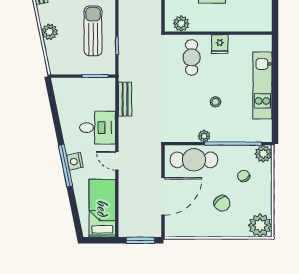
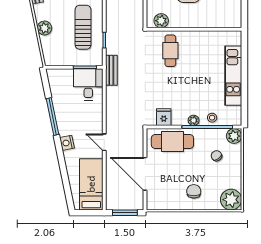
fridge: (220, 44) -> (164, 117), moved, turned 180
bench: (125, 99) -> (111, 70), moved
stool: (215, 102) -> (212, 118), moved
desk: (98, 128) -> (88, 84), moved, turned -90
plant: (204, 136) -> (194, 120), moved
window: (66, 166) -> (53, 116), moved
door: (163, 196) -> (145, 174), swing flipped
chair: (222, 203) -> (194, 191), moved, turned -140

